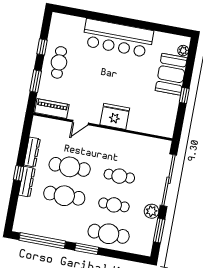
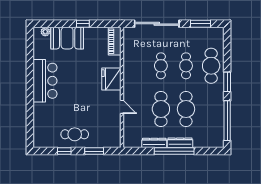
bar counter: (118, 38) -> (45, 81), width x0.73
piano: (52, 109) -> (115, 41), moved
window: (19, 173) -> (174, 151), width x3.17
plant: (152, 211) -> (185, 33), removed

